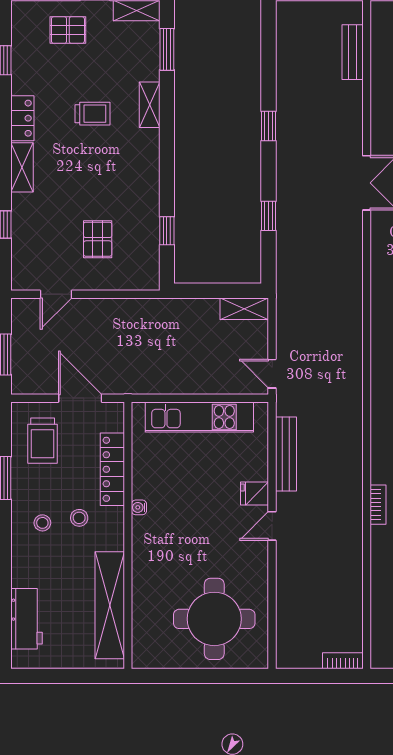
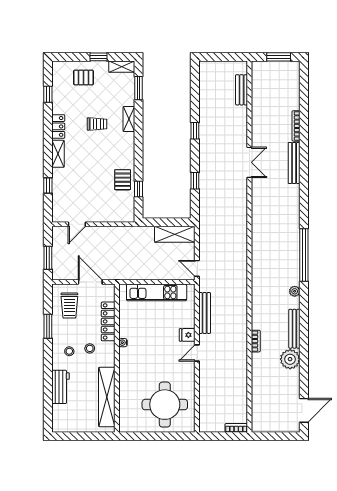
pallet: (98, 239) -> (123, 180), moved
shelving: (244, 309) -> (175, 234), width x1.50, depth x1.33
workbench: (27, 619) -> (61, 387), moved

